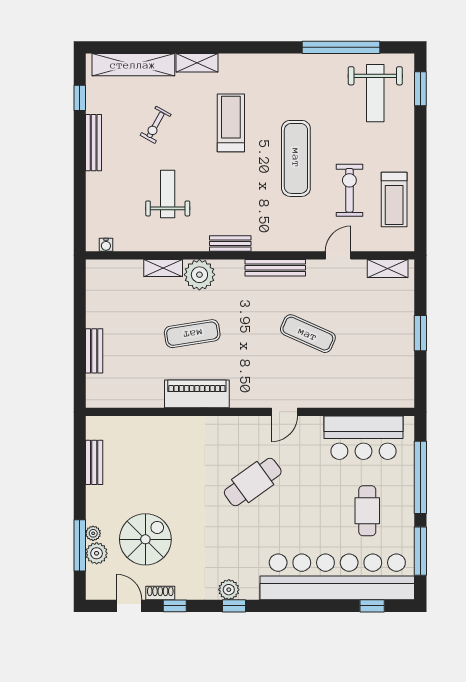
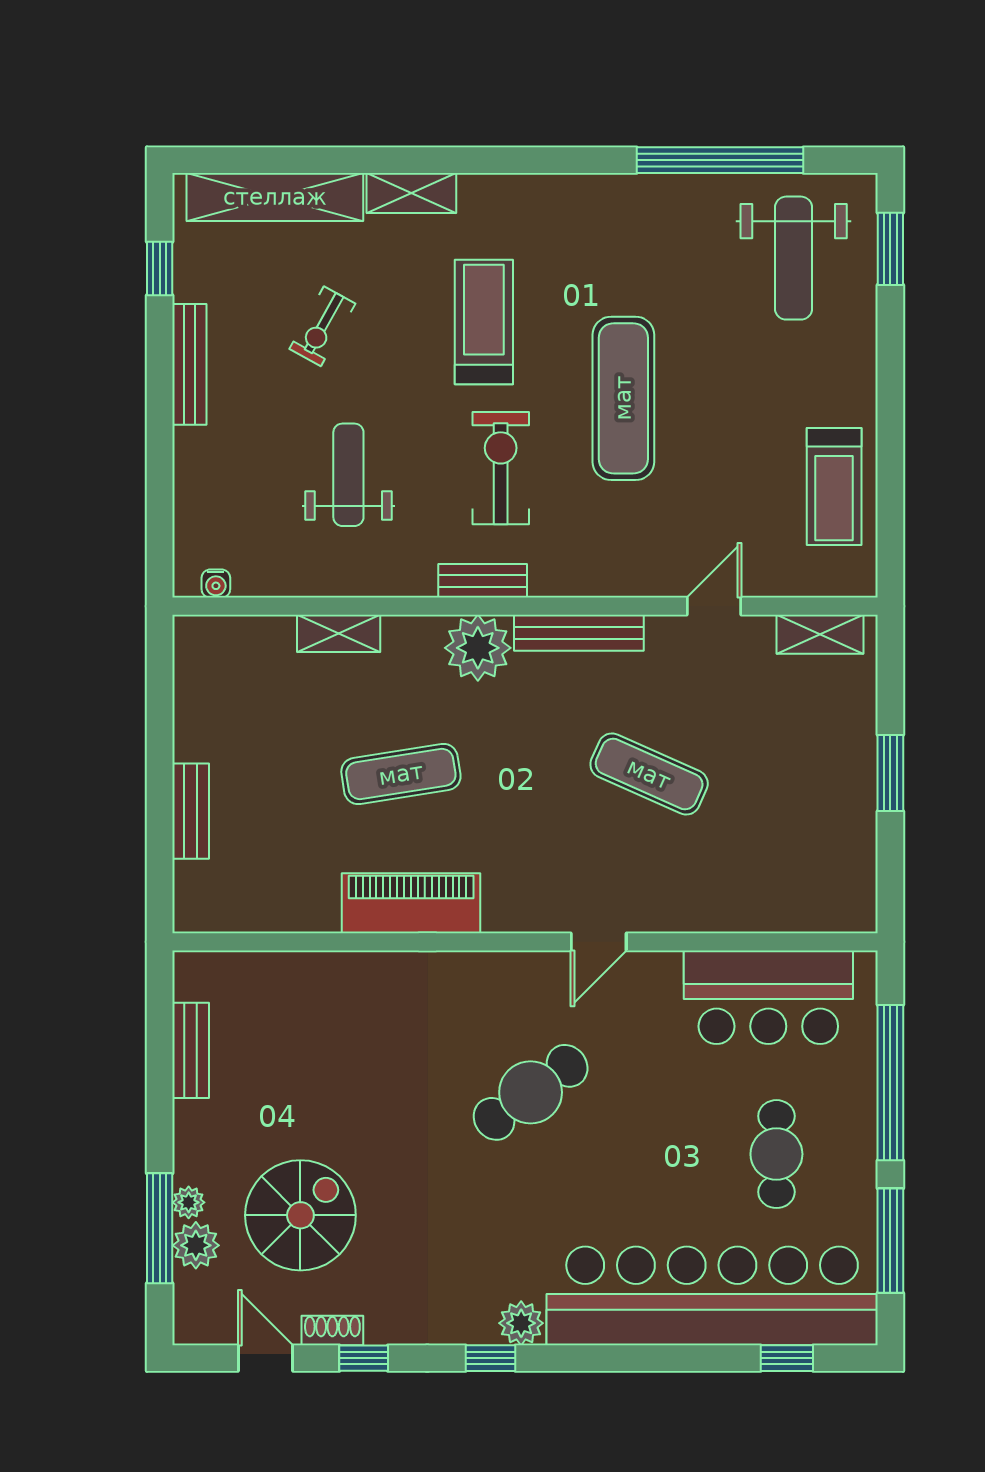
exercise bike: (349, 190) -> (501, 468), moved
plant: (199, 275) -> (478, 648), moved
plant: (229, 590) -> (521, 1323), moved

